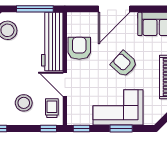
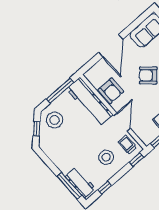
armchair: (79, 48) -> (111, 91), turned 180
door: (65, 84) -> (122, 122), swing flipped

